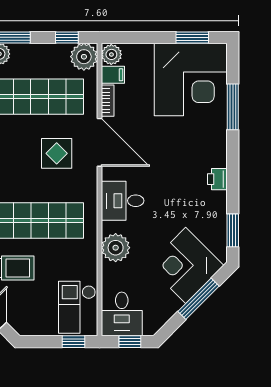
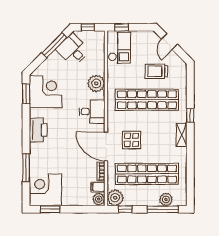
corner desk: (191, 79) -> (45, 190), width x0.74, depth x0.74
printer: (217, 179) -> (38, 130), width x1.87, depth x1.48
corner desk: (186, 265) -> (46, 92), moved, turned -45
window: (199, 299) -> (54, 45), moved
desk: (122, 314) -> (73, 50), moved, turned -45

